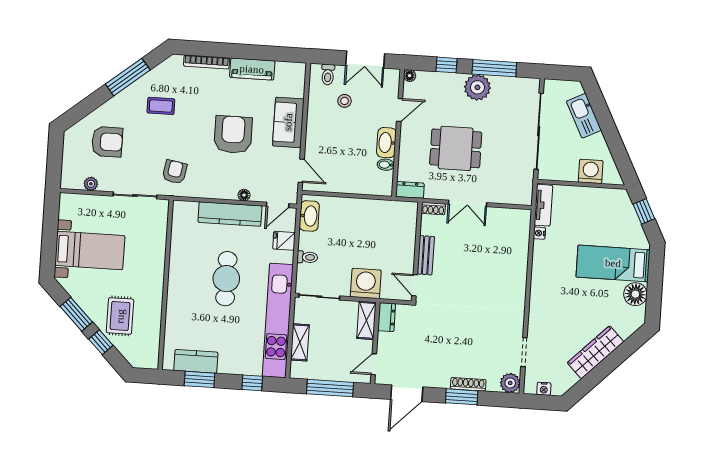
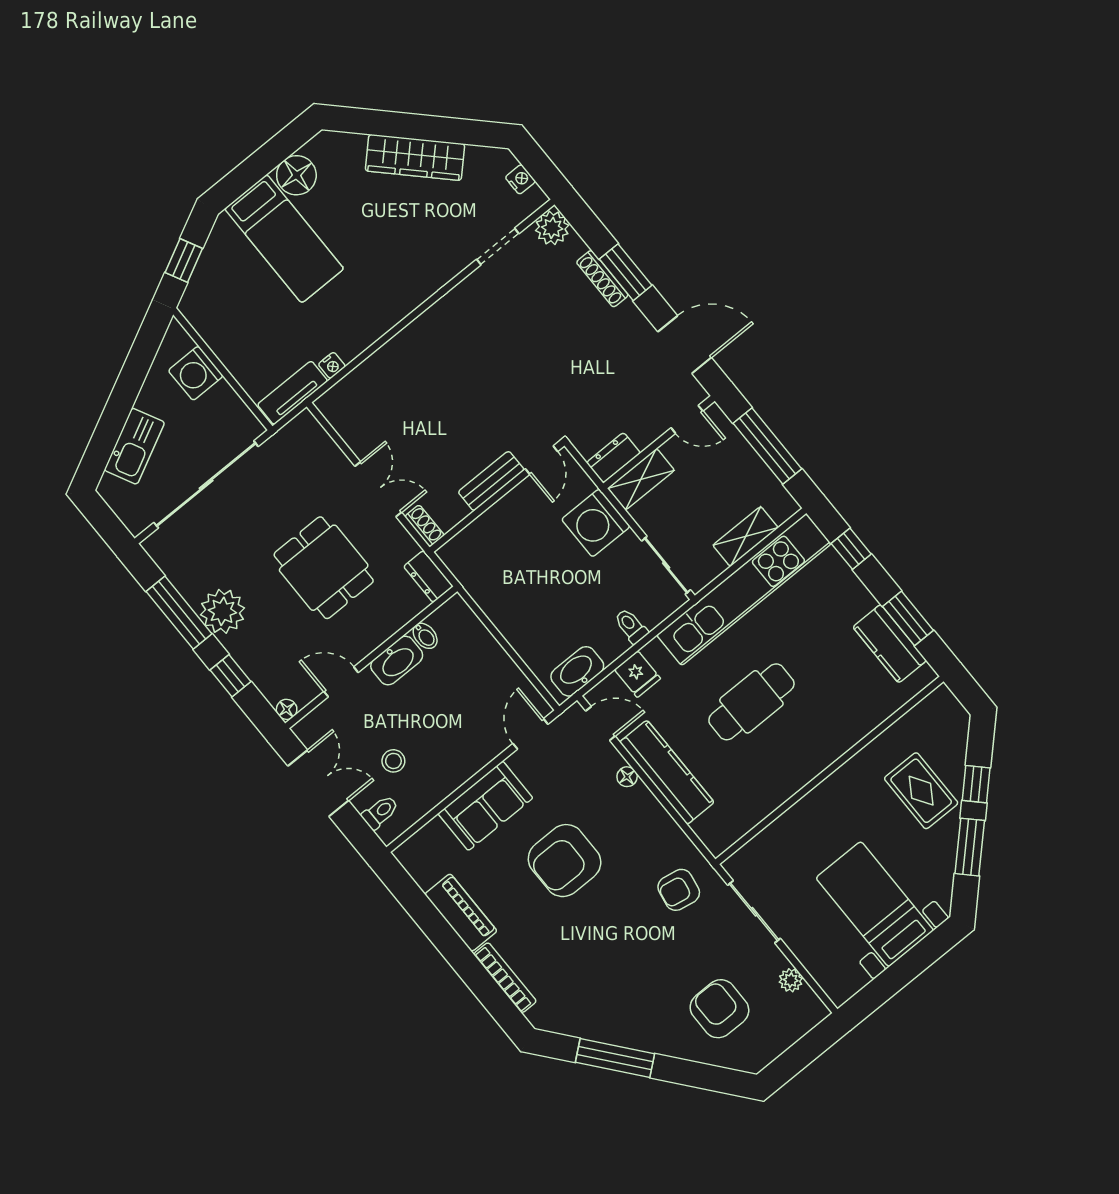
coffee table: (161, 106) -> (613, 983), removed
rug: (120, 316) -> (921, 791), turned 90

